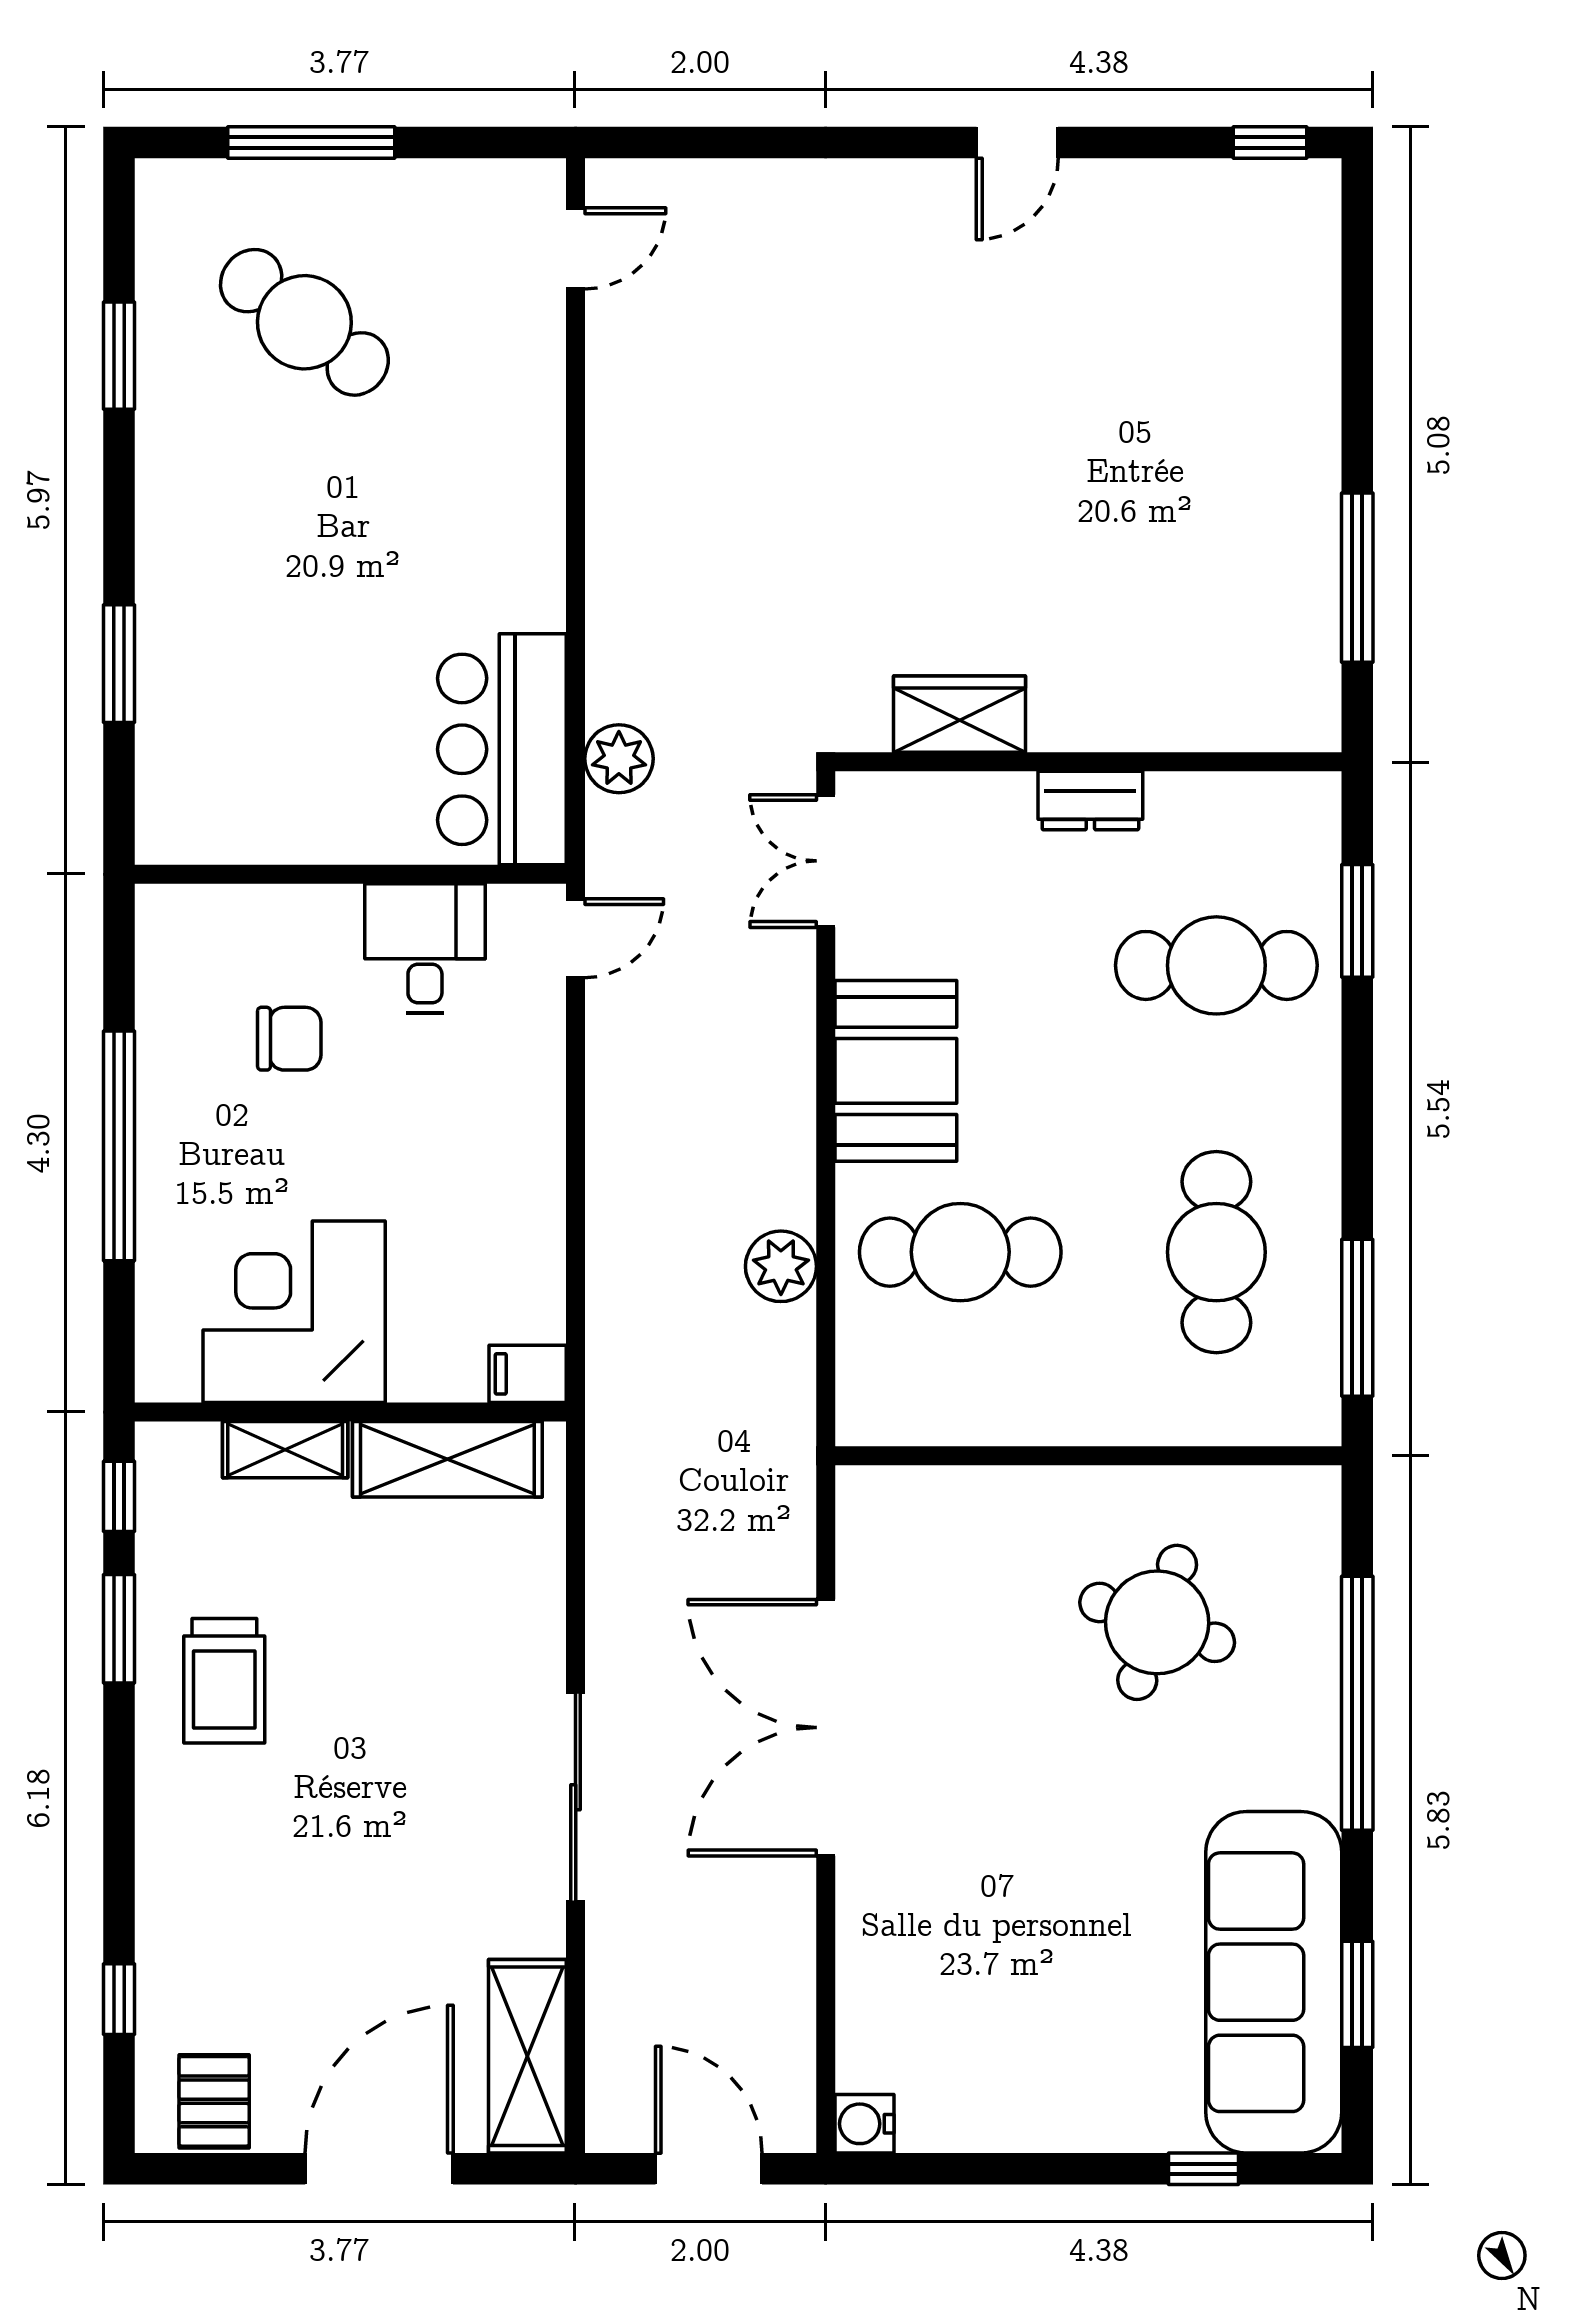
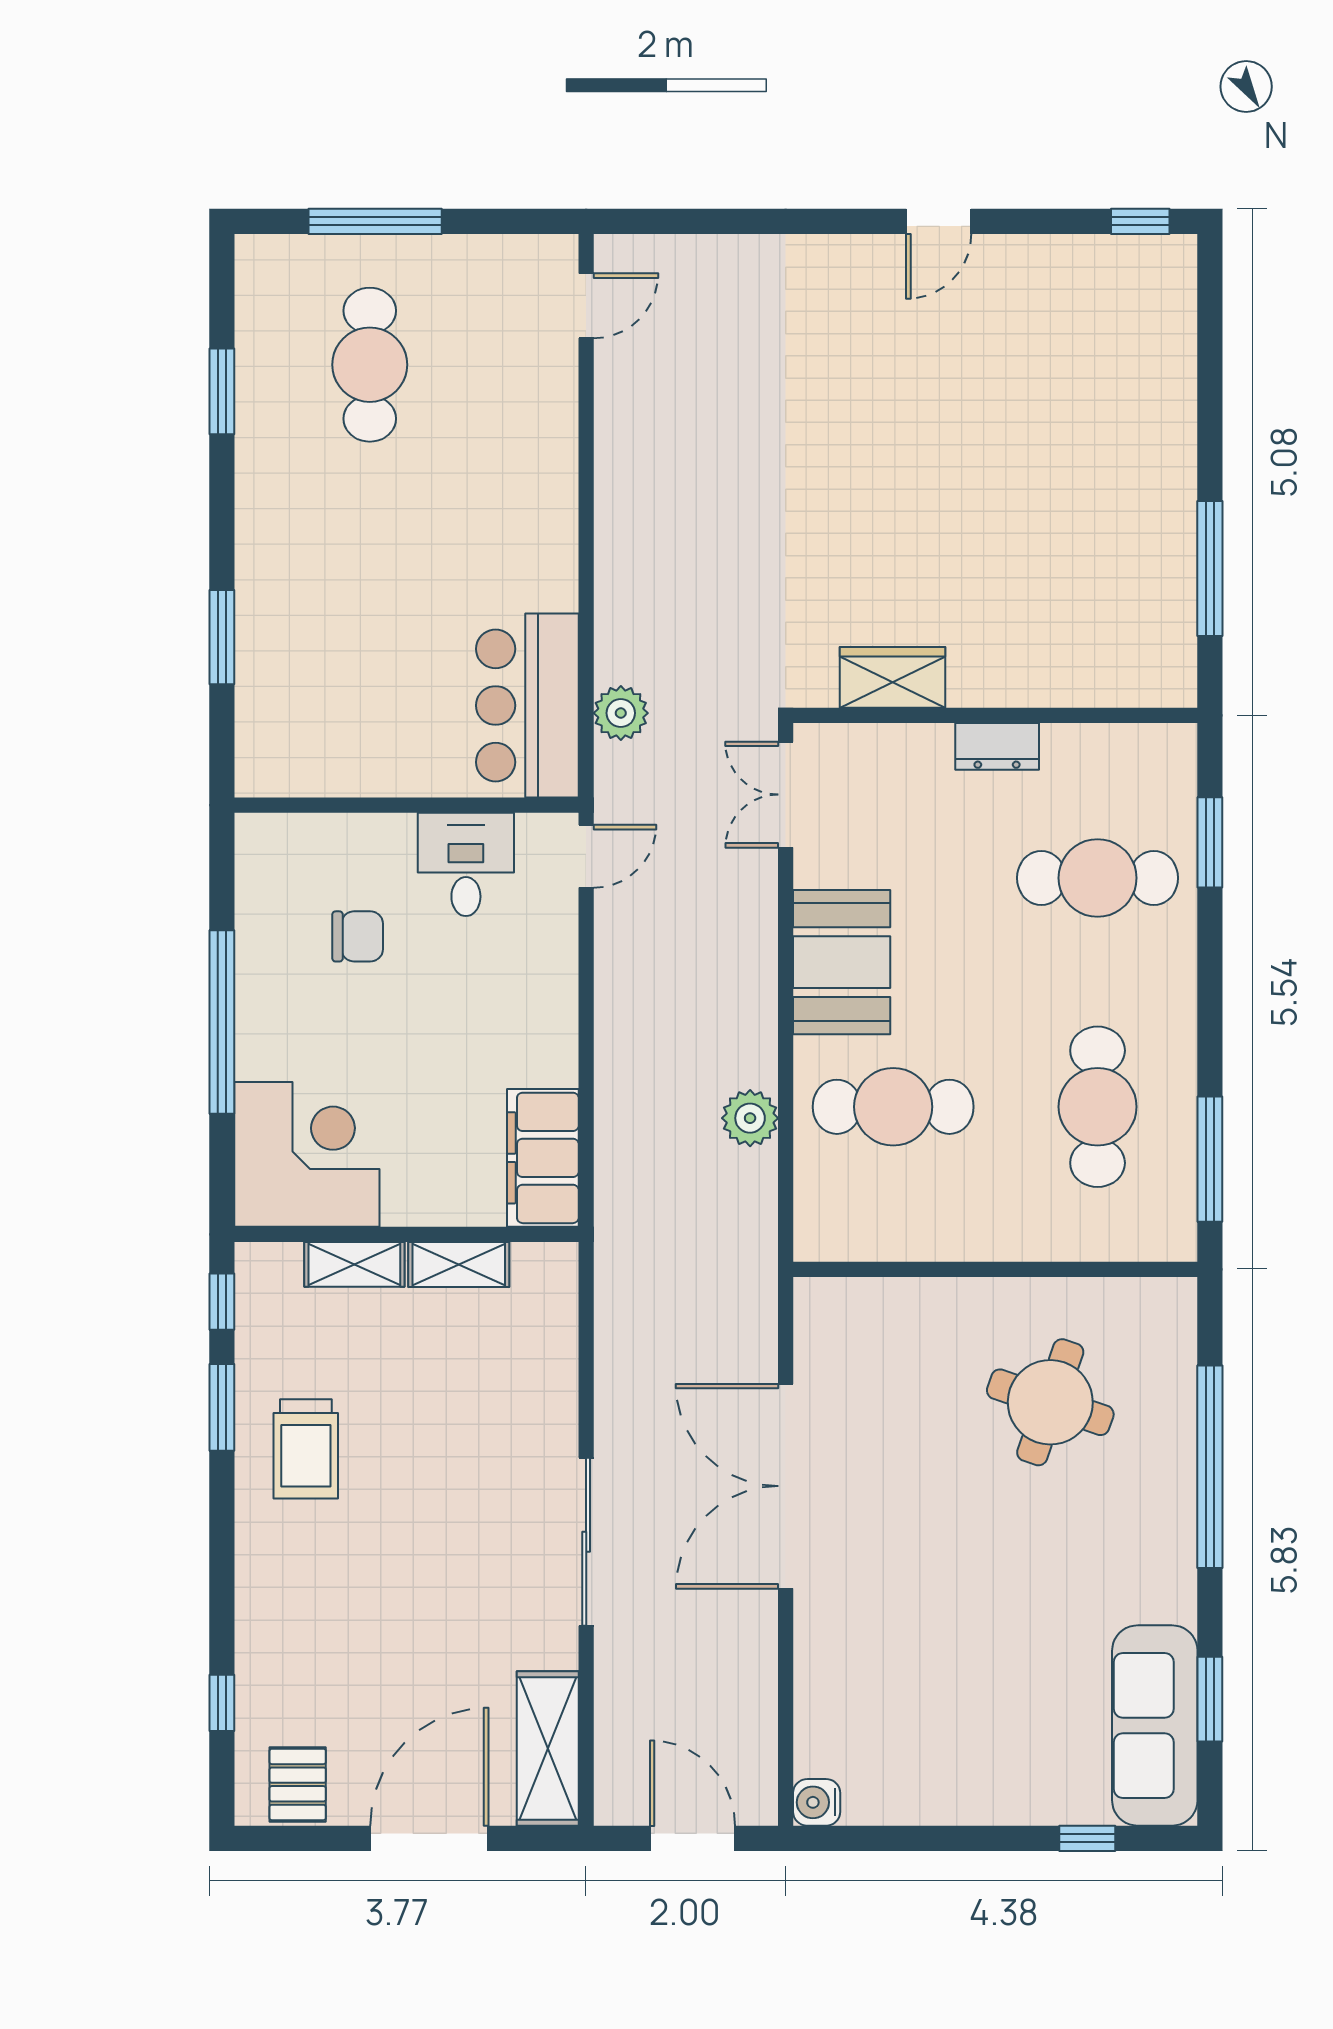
cafe table: (304, 322) -> (370, 365), turned 52
corner desk: (294, 1312) -> (307, 1154), moved, turned 90
filing cabinet: (528, 1374) -> (543, 1158), width x3.00, depth x1.17
shelving: (447, 1459) -> (459, 1265), width x0.67, depth x0.75
sofa: (1274, 1982) -> (1155, 1726), width x0.74, depth x0.79

